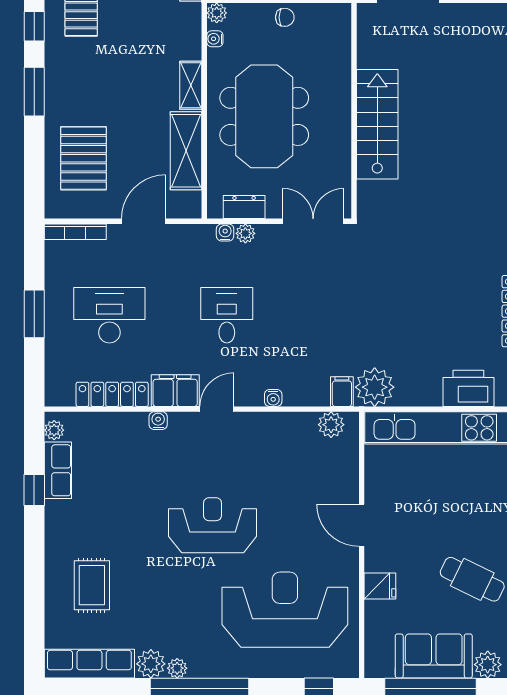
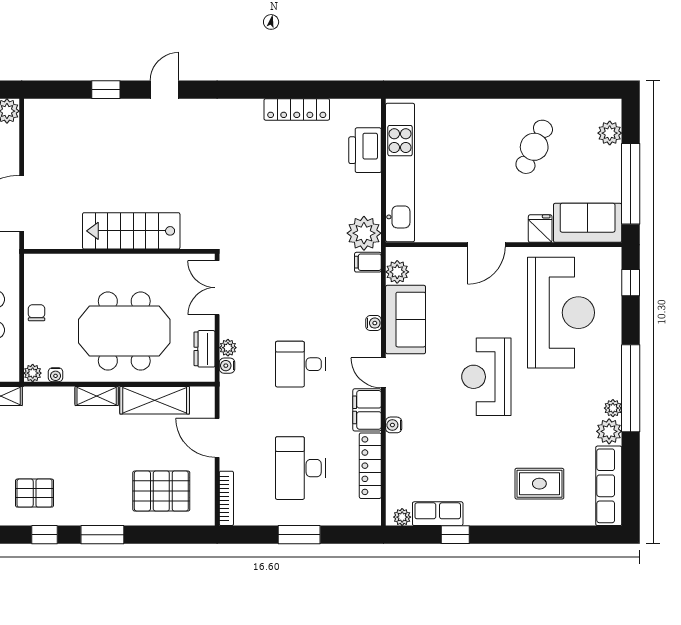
sofa: (277, 434) -> (406, 320), added
reception desk: (285, 610) -> (561, 313), turned 180
sofa: (434, 656) -> (588, 223), moved, turned 90

